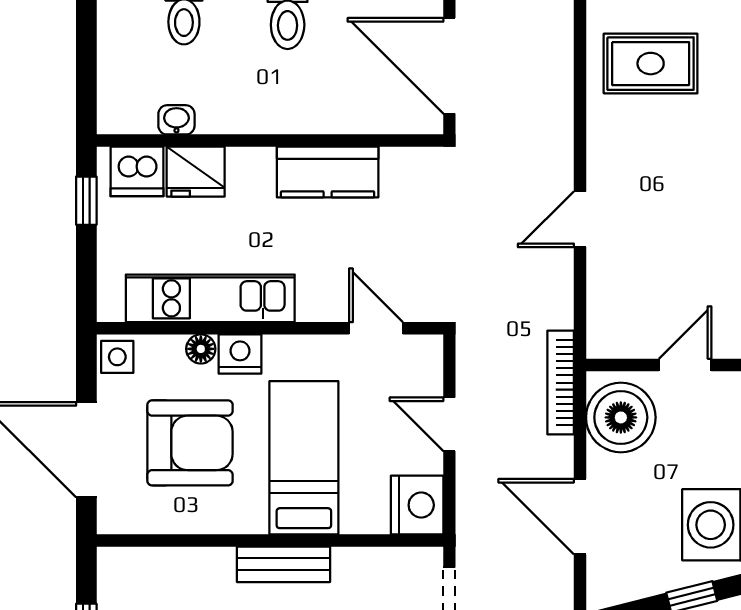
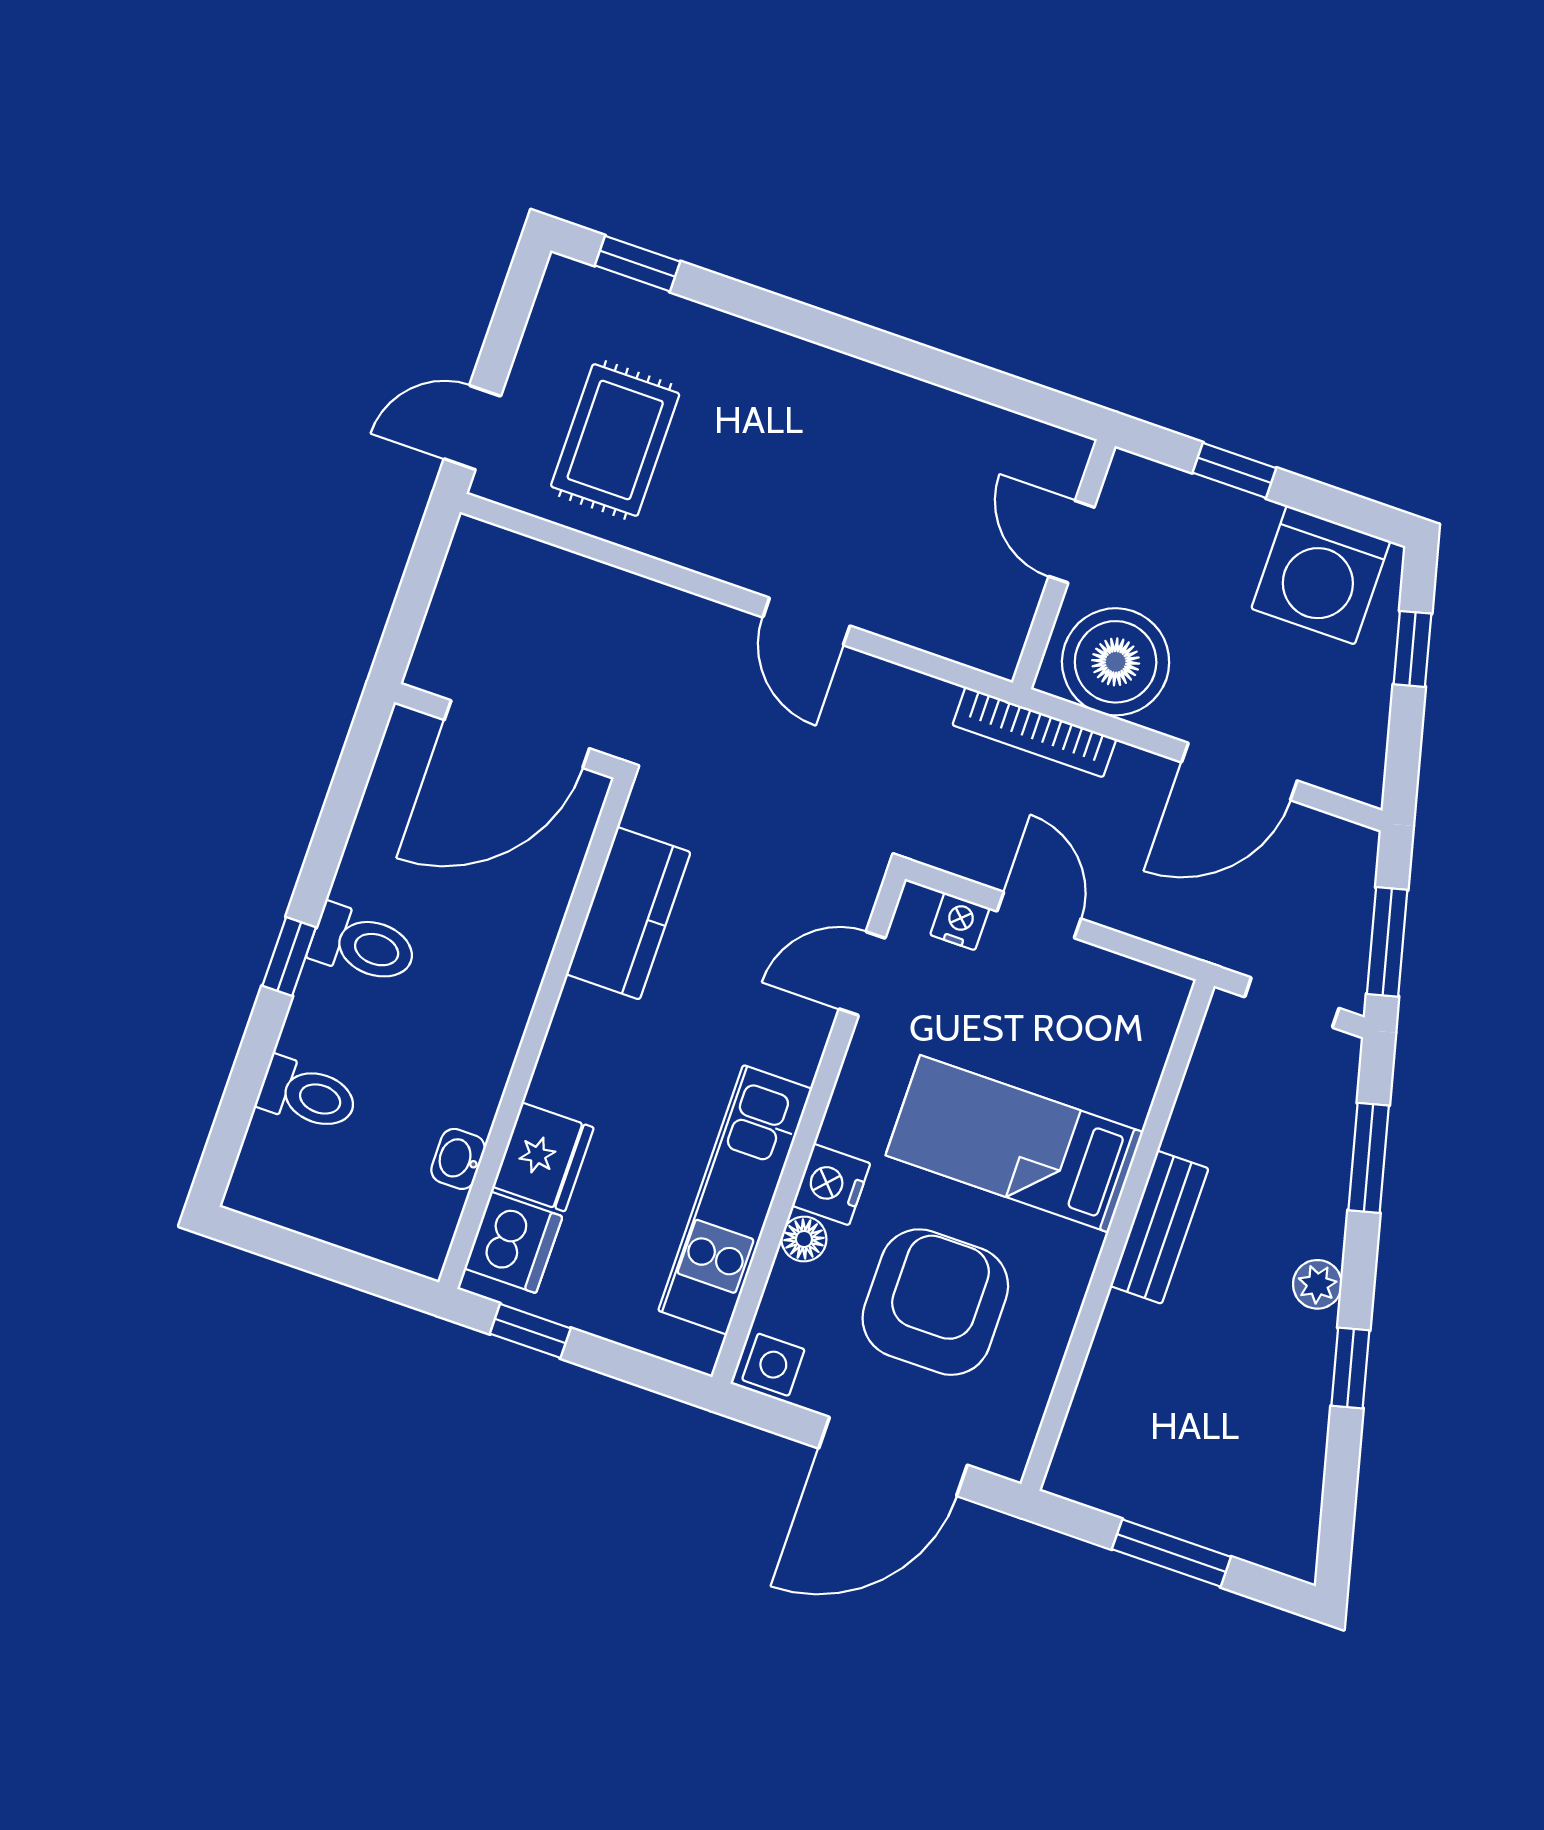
kitchen counter: (328, 172) -> (628, 913), moved
door: (449, 424) -> (1039, 915), swing flipped
nightstand: (417, 505) -> (960, 921), moved, width x0.53, depth x0.56

